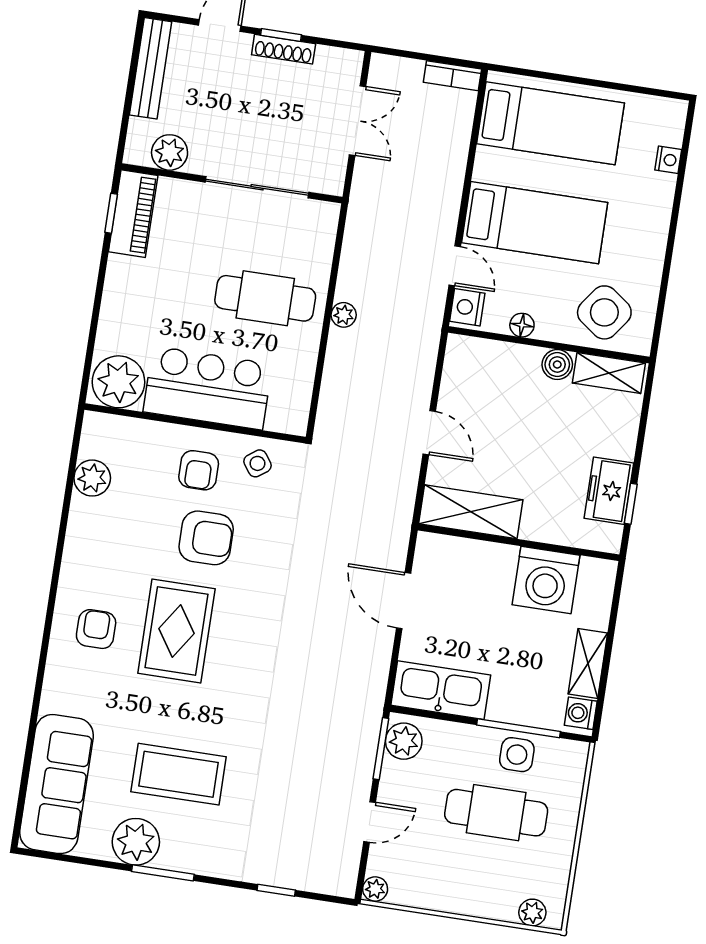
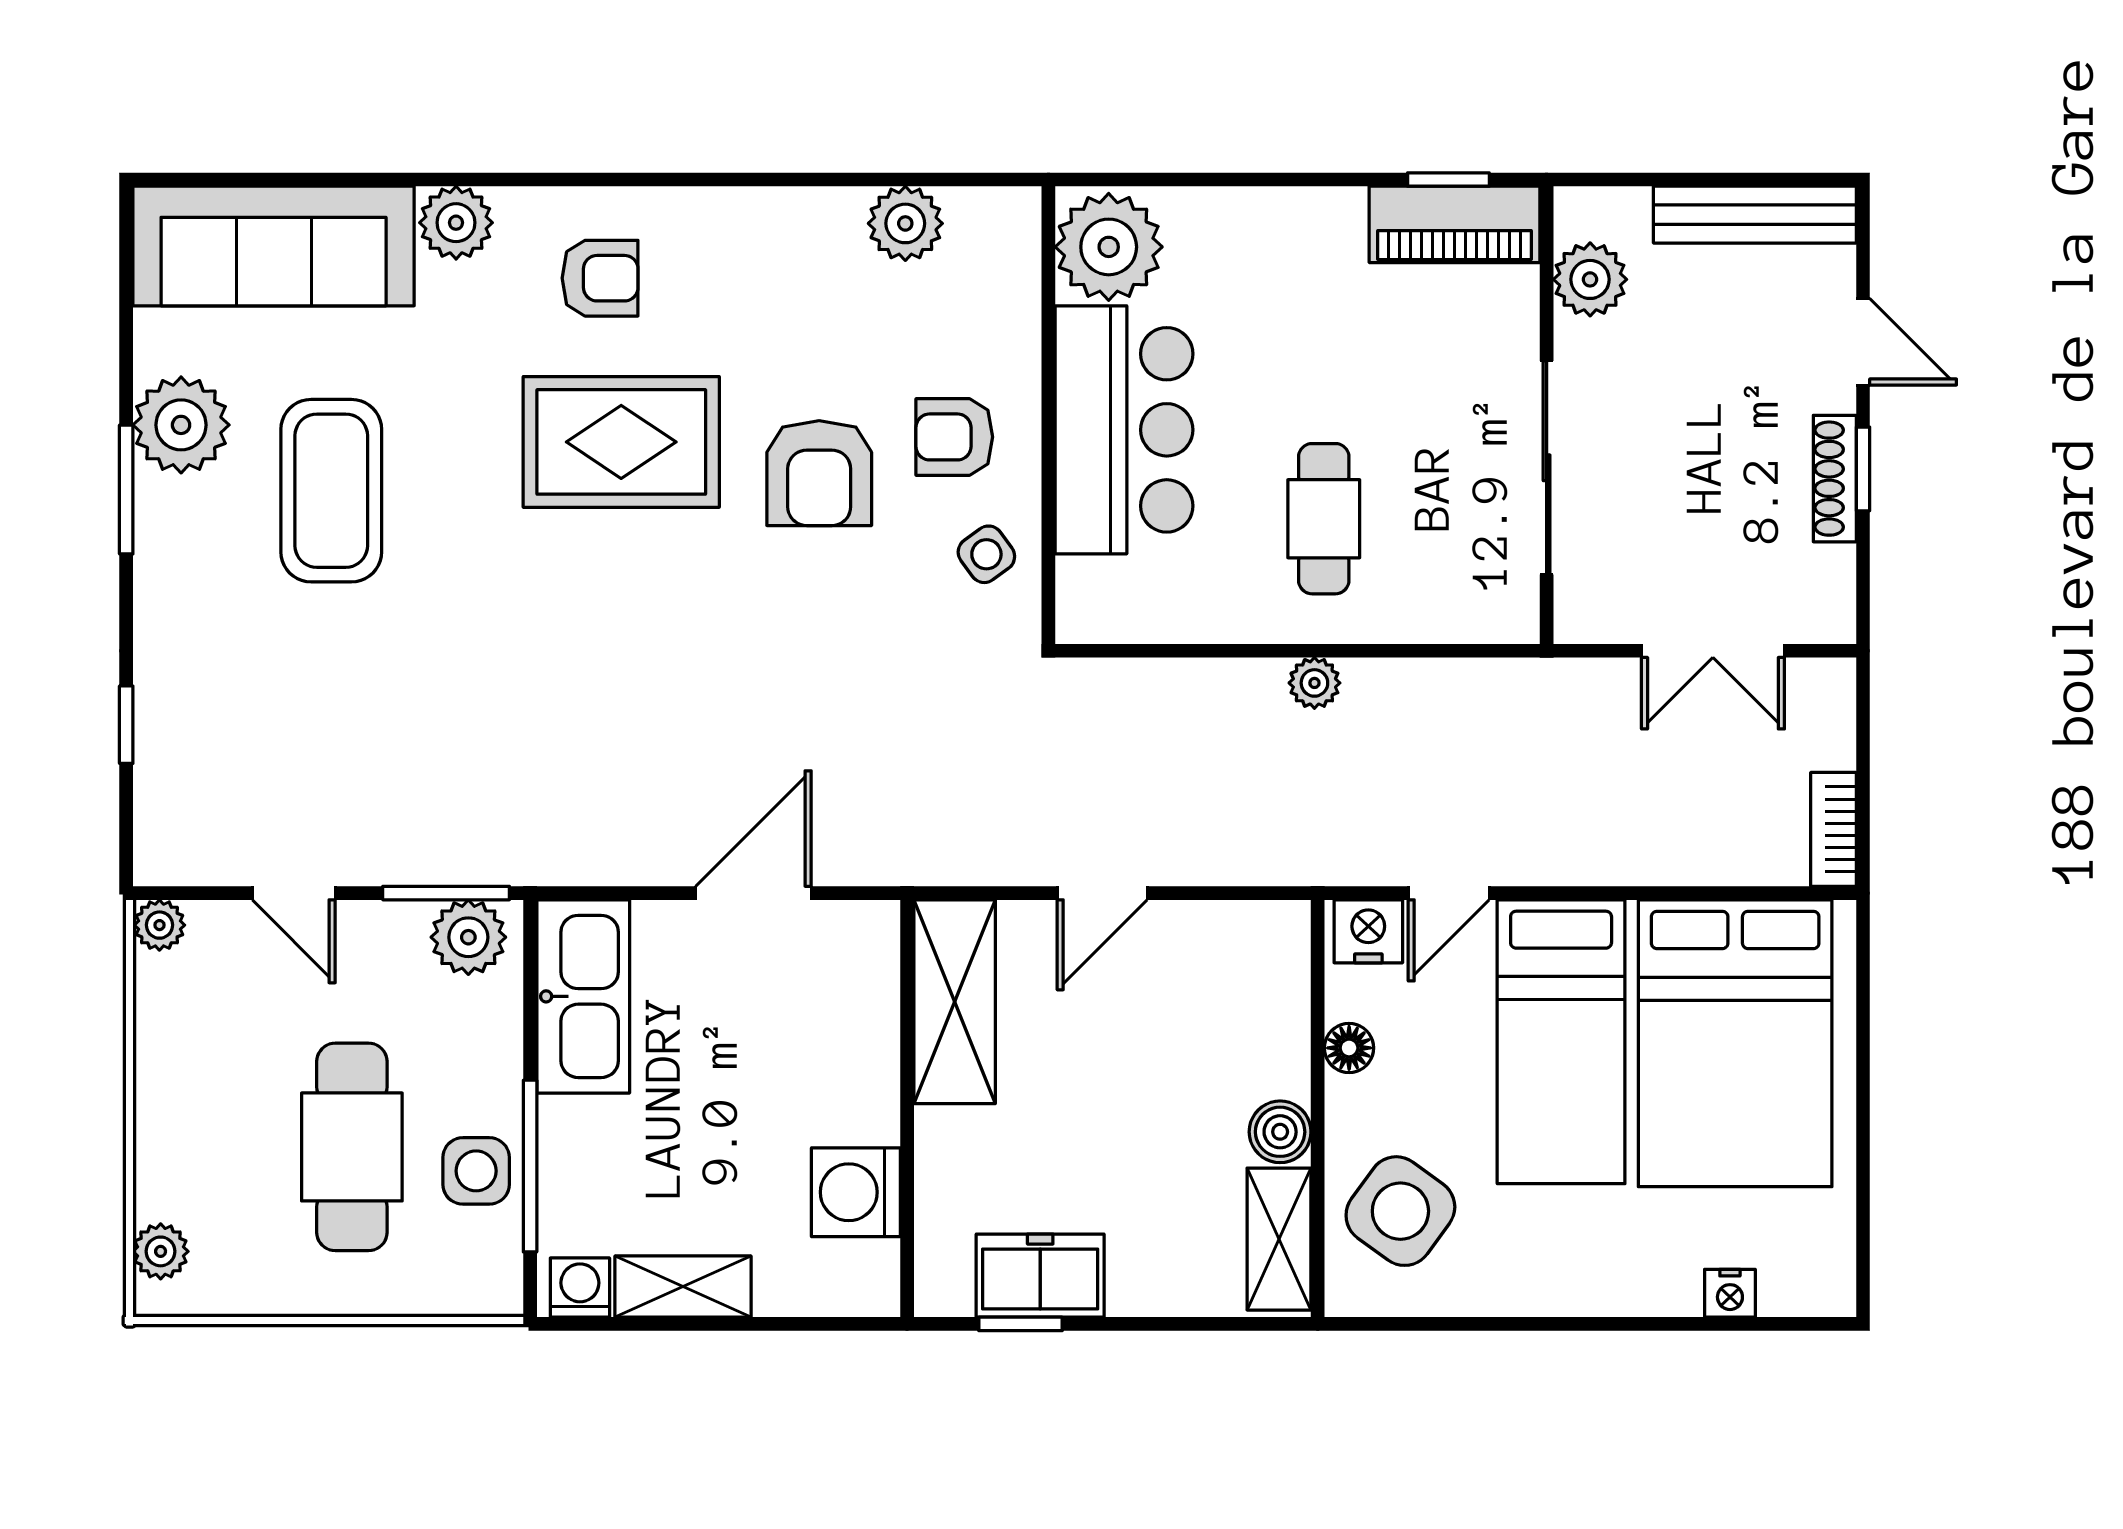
bed: (551, 123) -> (1735, 1043), width x1.50
cafe table: (265, 298) -> (1324, 519), width x0.73, depth x0.74
washing machine: (546, 580) -> (856, 1192), width x0.73, depth x0.73
plant: (59, 694) -> (456, 223), added

